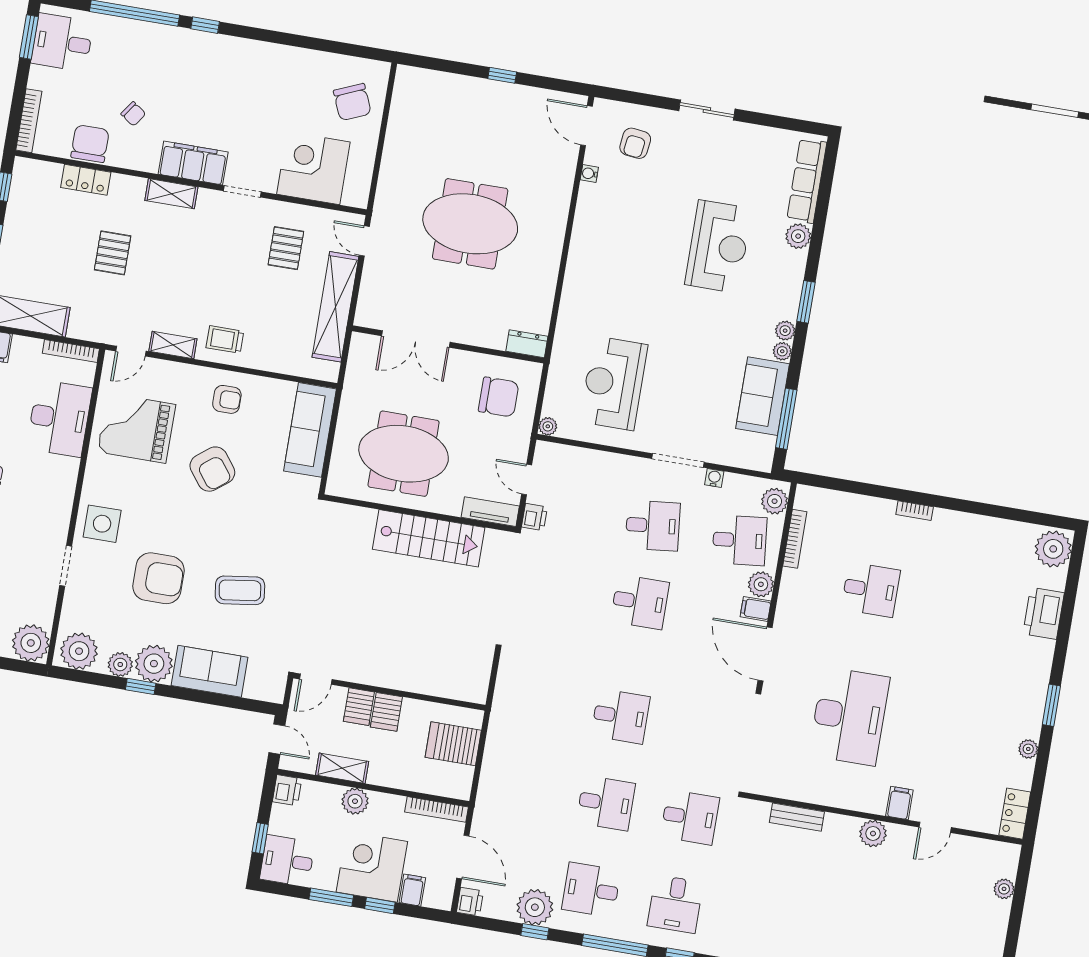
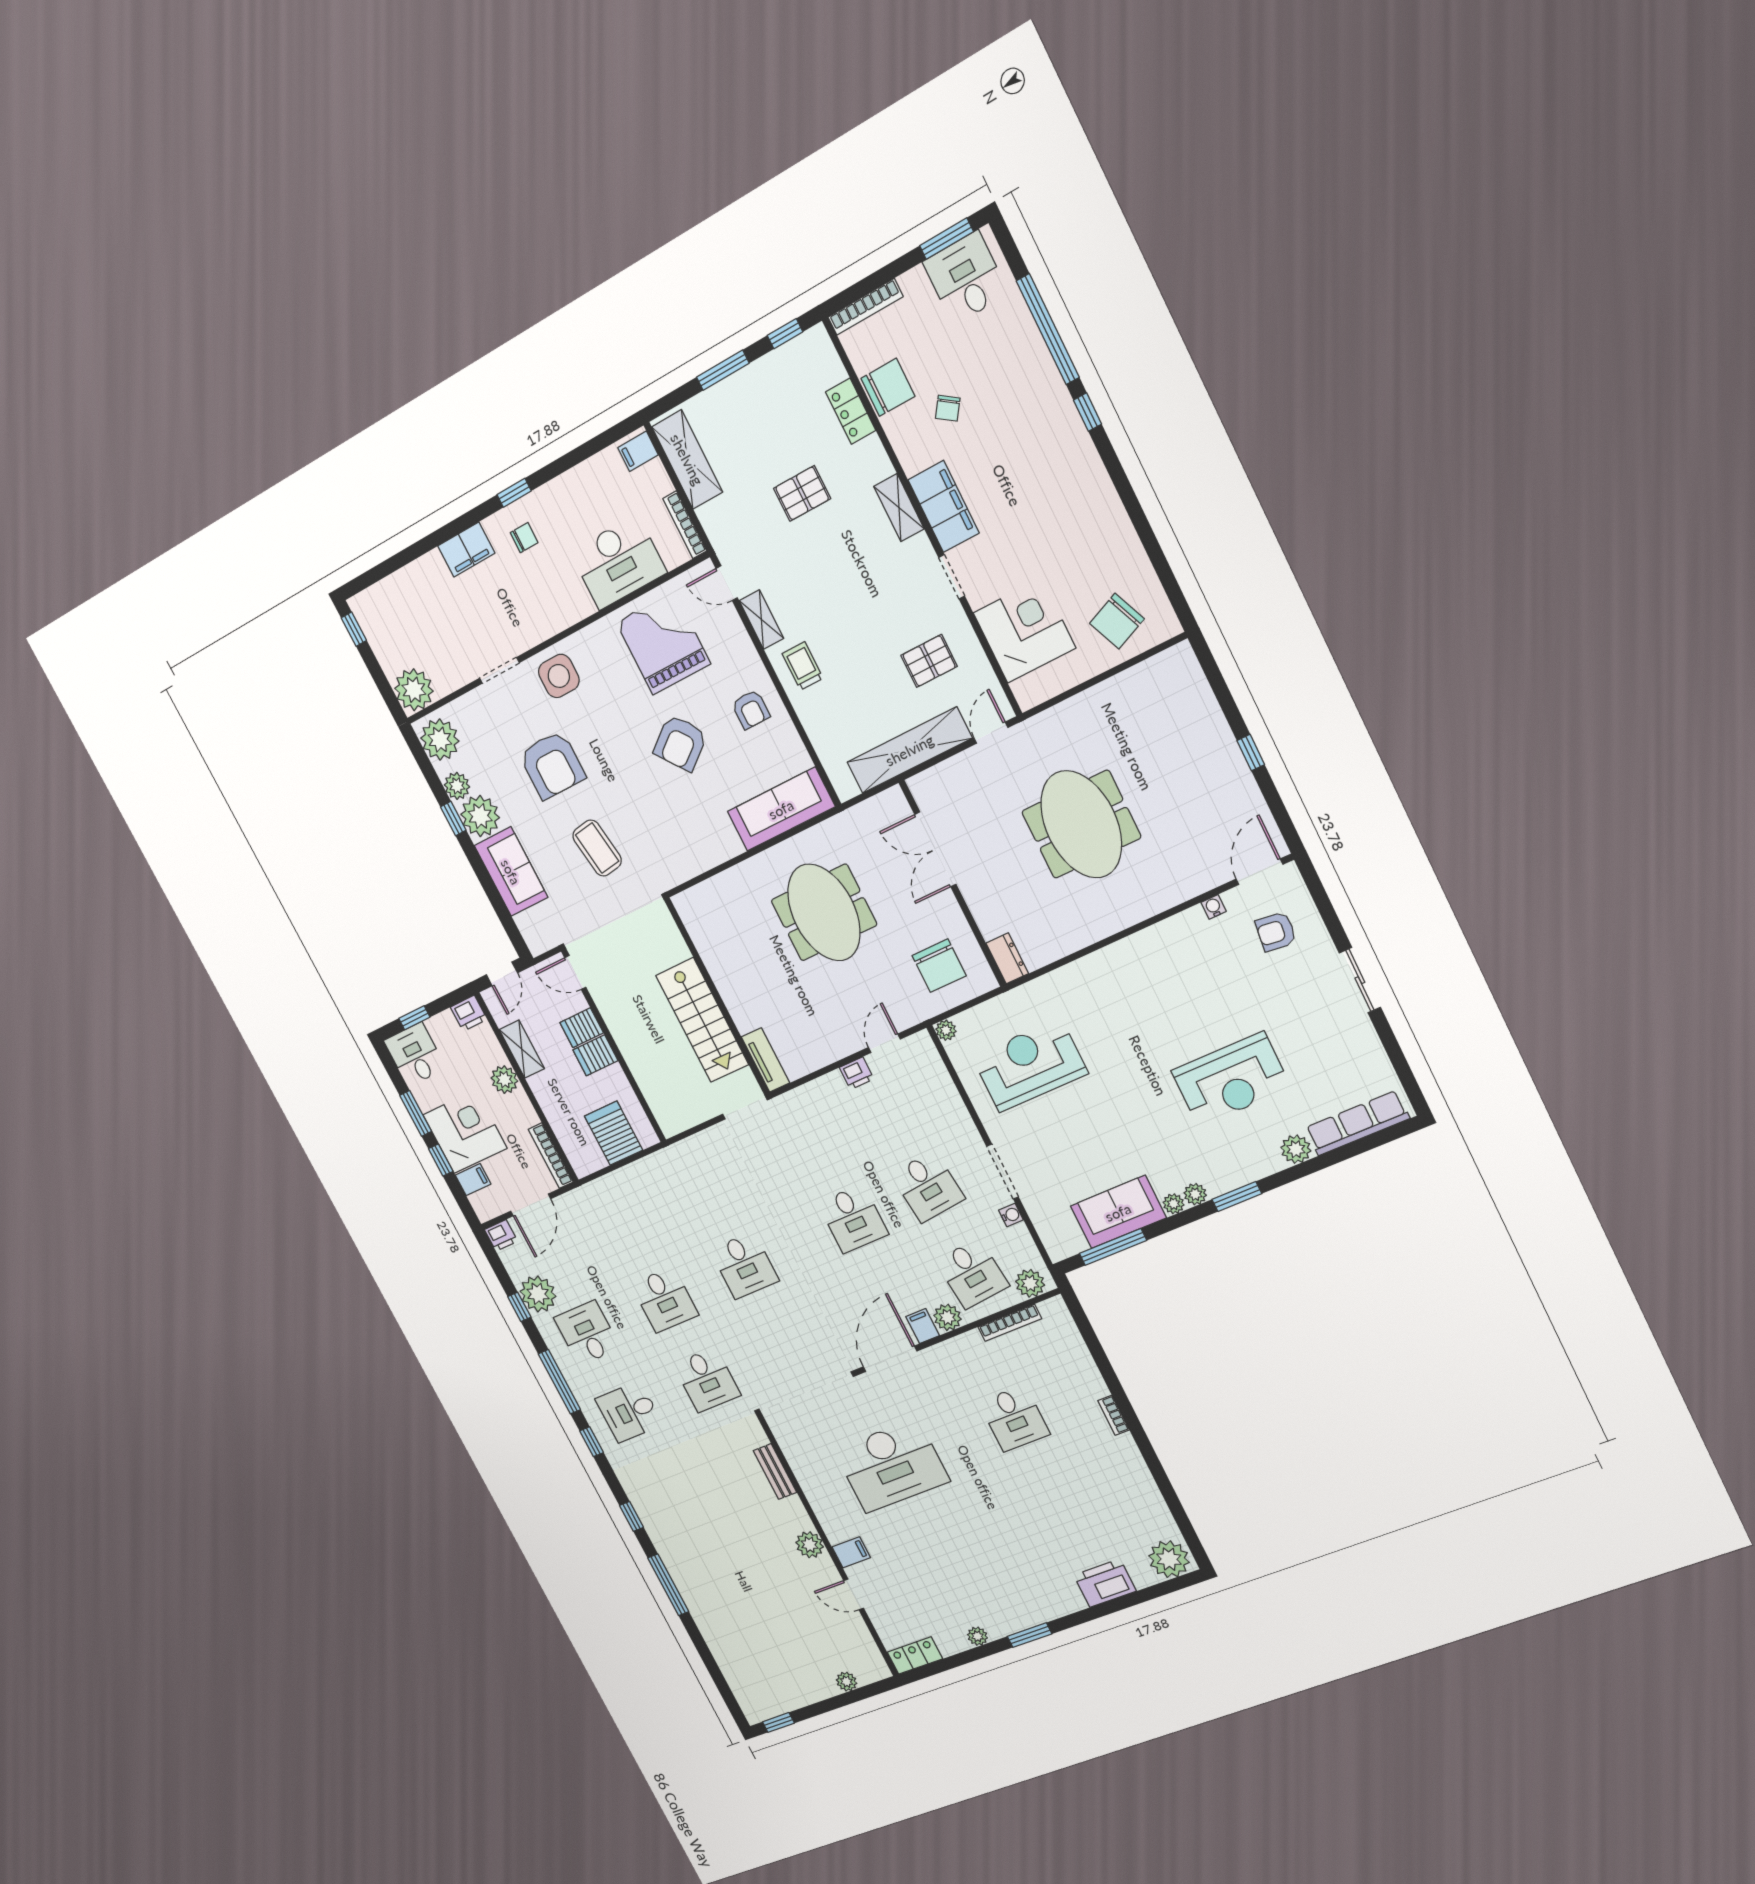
tv unit: (490, 512) -> (766, 1060), moved
wall: (420, 513) -> (717, 997), moved
stairs: (429, 538) -> (702, 1020), moved

